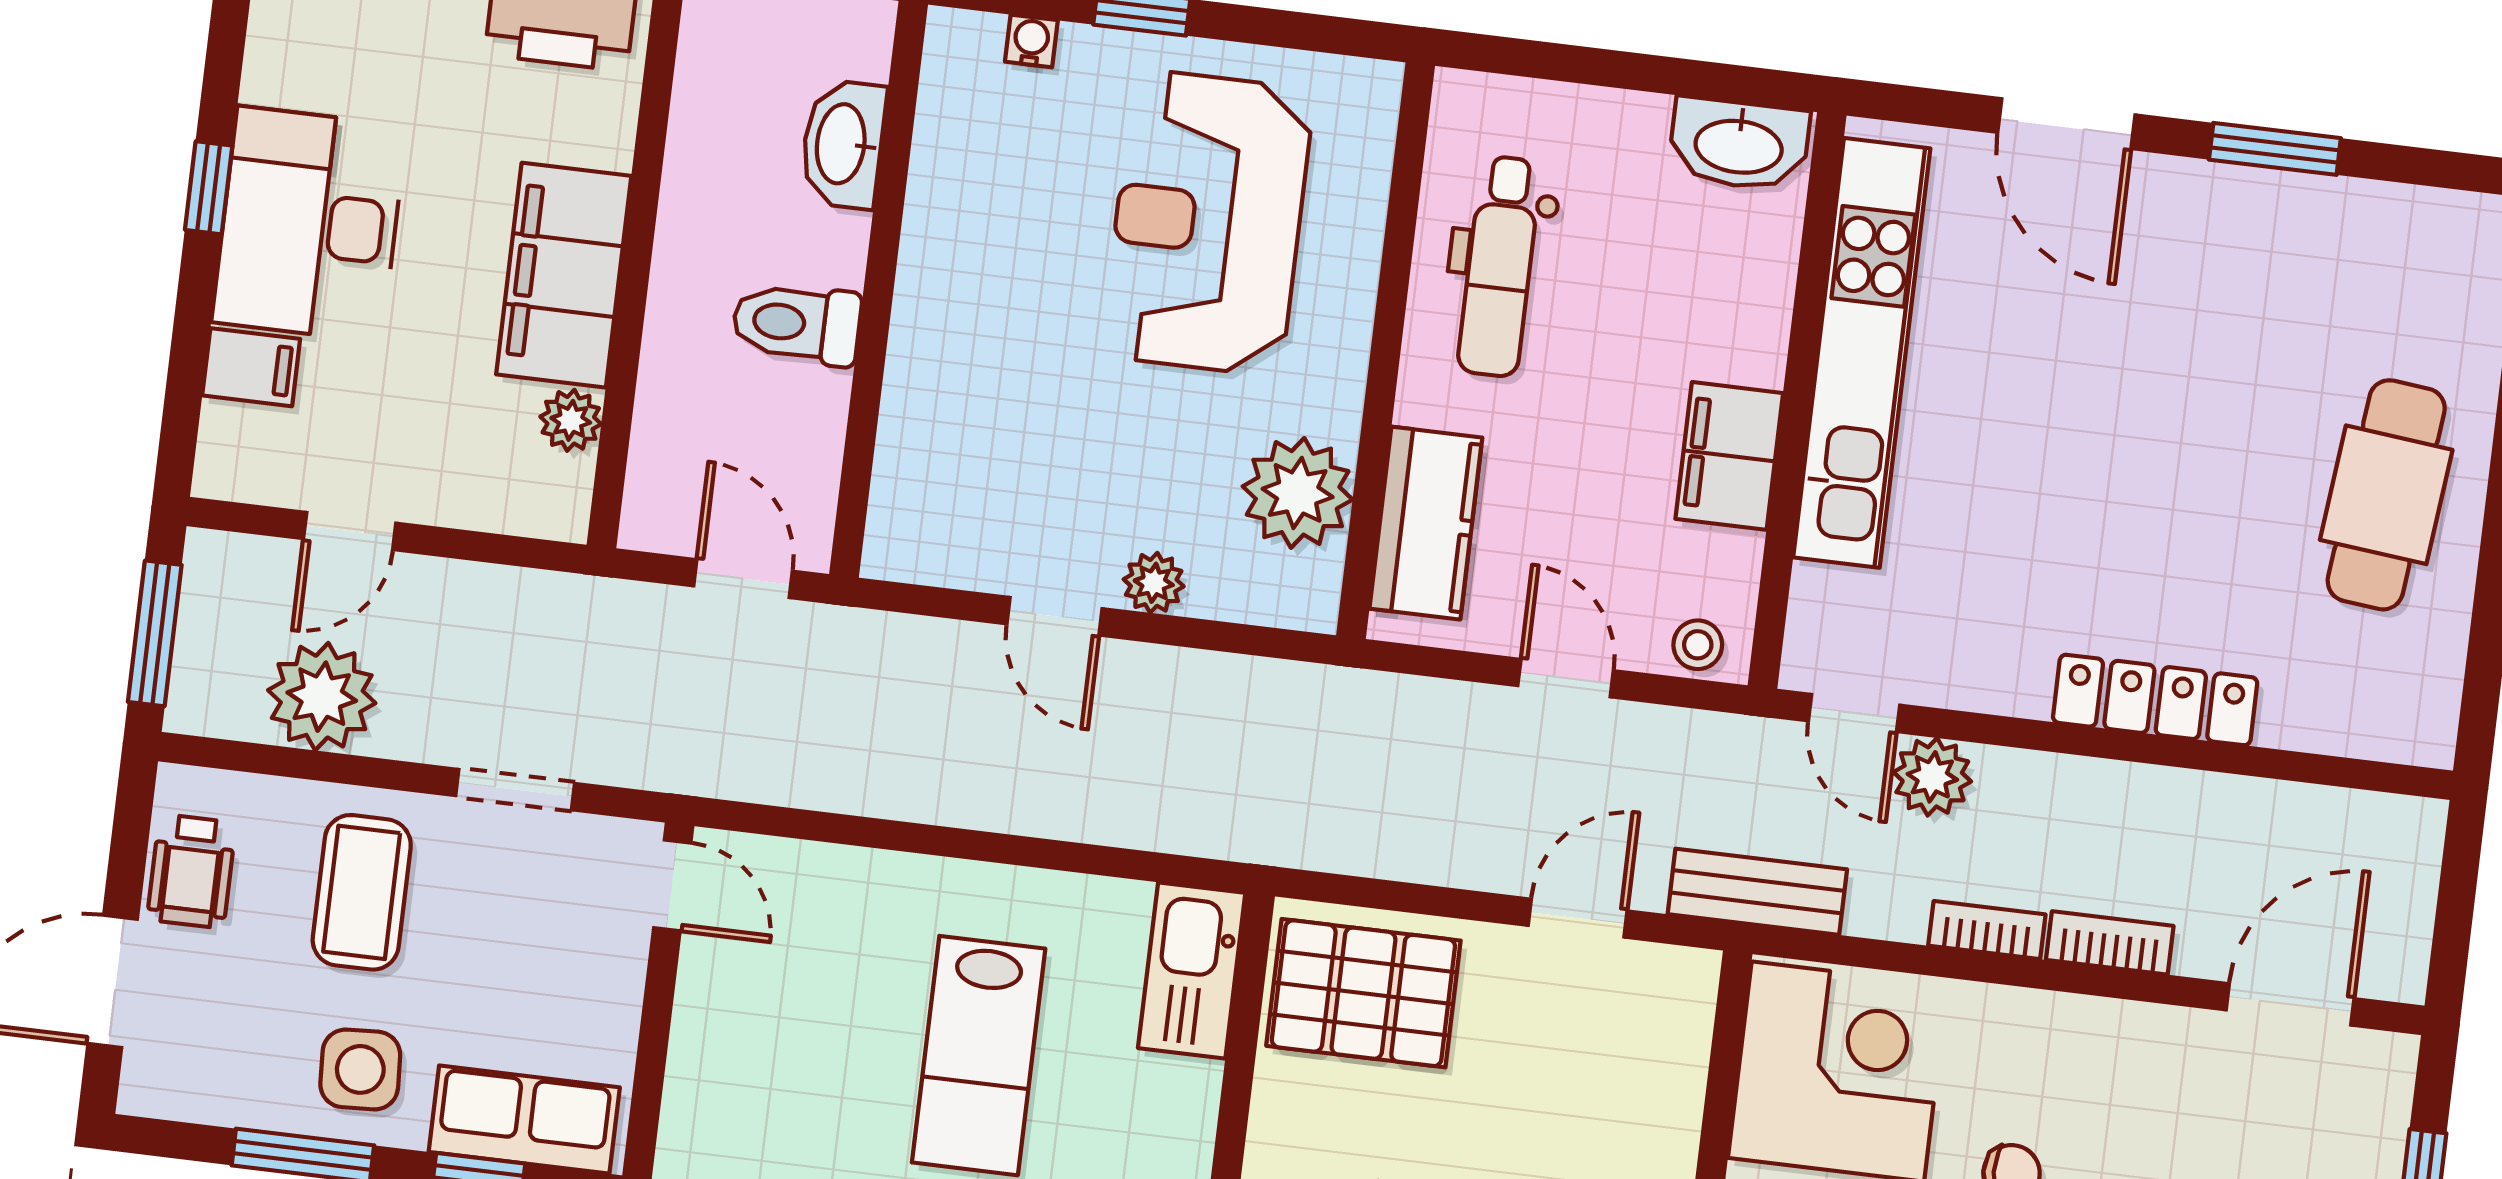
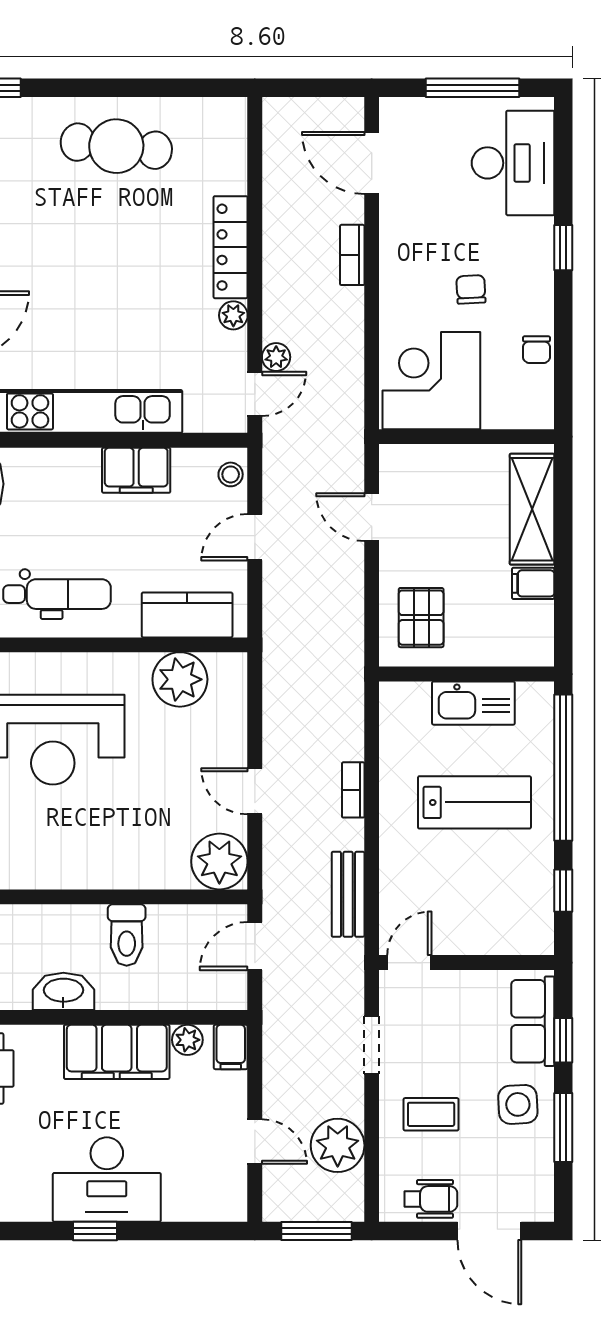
washbasin: (843, 144) -> (63, 991), moved, turned 180
filing cabinet: (251, 367) -> (231, 1047), moved, turned 180
plant: (1154, 583) -> (219, 861), moved, width x1.88, depth x1.88
door: (1054, 616) -> (255, 791), swing flipped
plant: (2017, 689) -> (233, 315), added
plant: (1932, 777) -> (276, 357), width x0.73, depth x0.73
coffee table: (362, 892) -> (431, 1114), width x0.73, depth x0.77
bench: (1757, 892) -> (348, 894), moved
bookcase: (1987, 930) -> (353, 790), moved
kitchen sink: (1192, 970) -> (473, 703), moved
pallet: (1363, 993) -> (421, 618), width x0.67, depth x0.71

